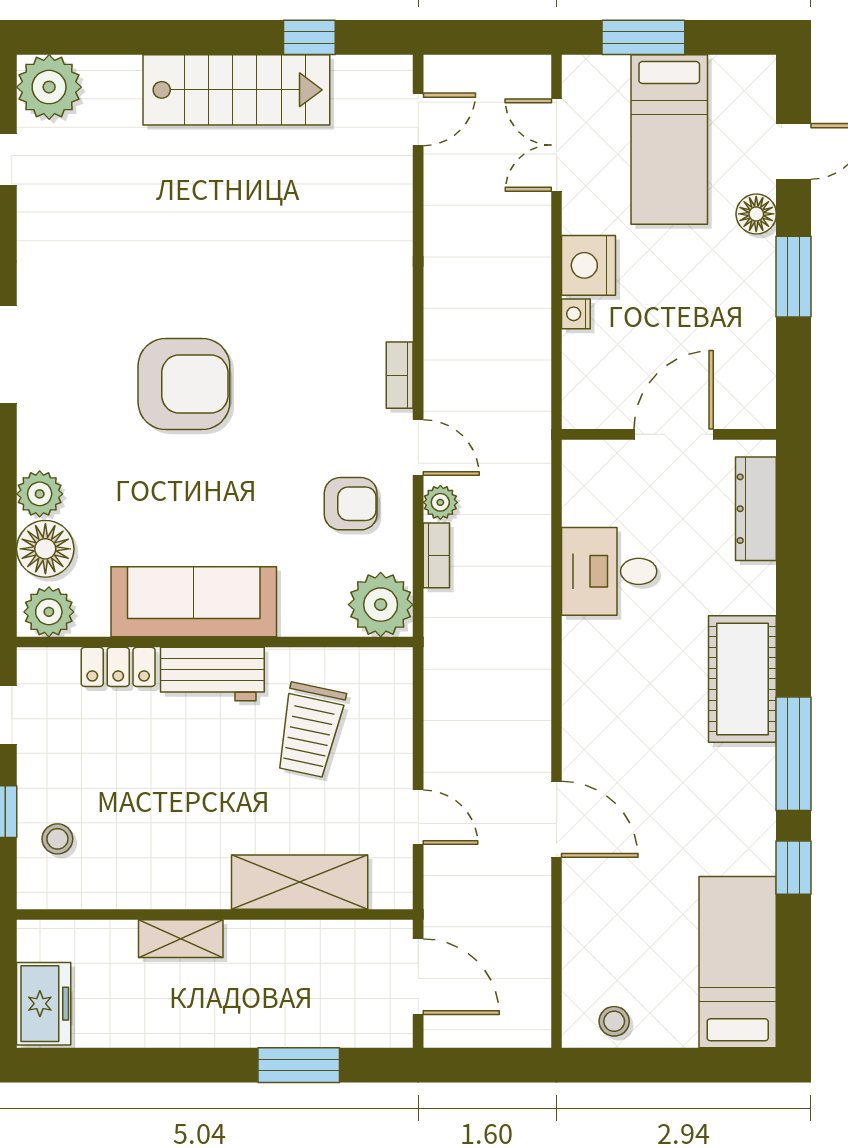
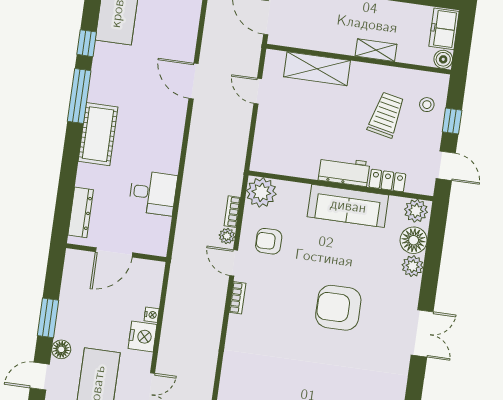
trolley: (310, 730) -> (386, 115), moved
boiler: (36, 939) -> (443, 59), added

